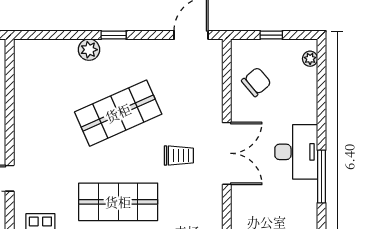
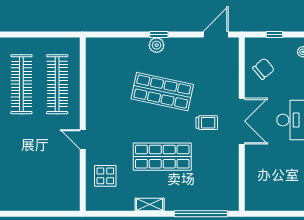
plant: (89, 50) -> (157, 45), moved
shop shelf: (118, 113) -> (162, 92), turned 36

